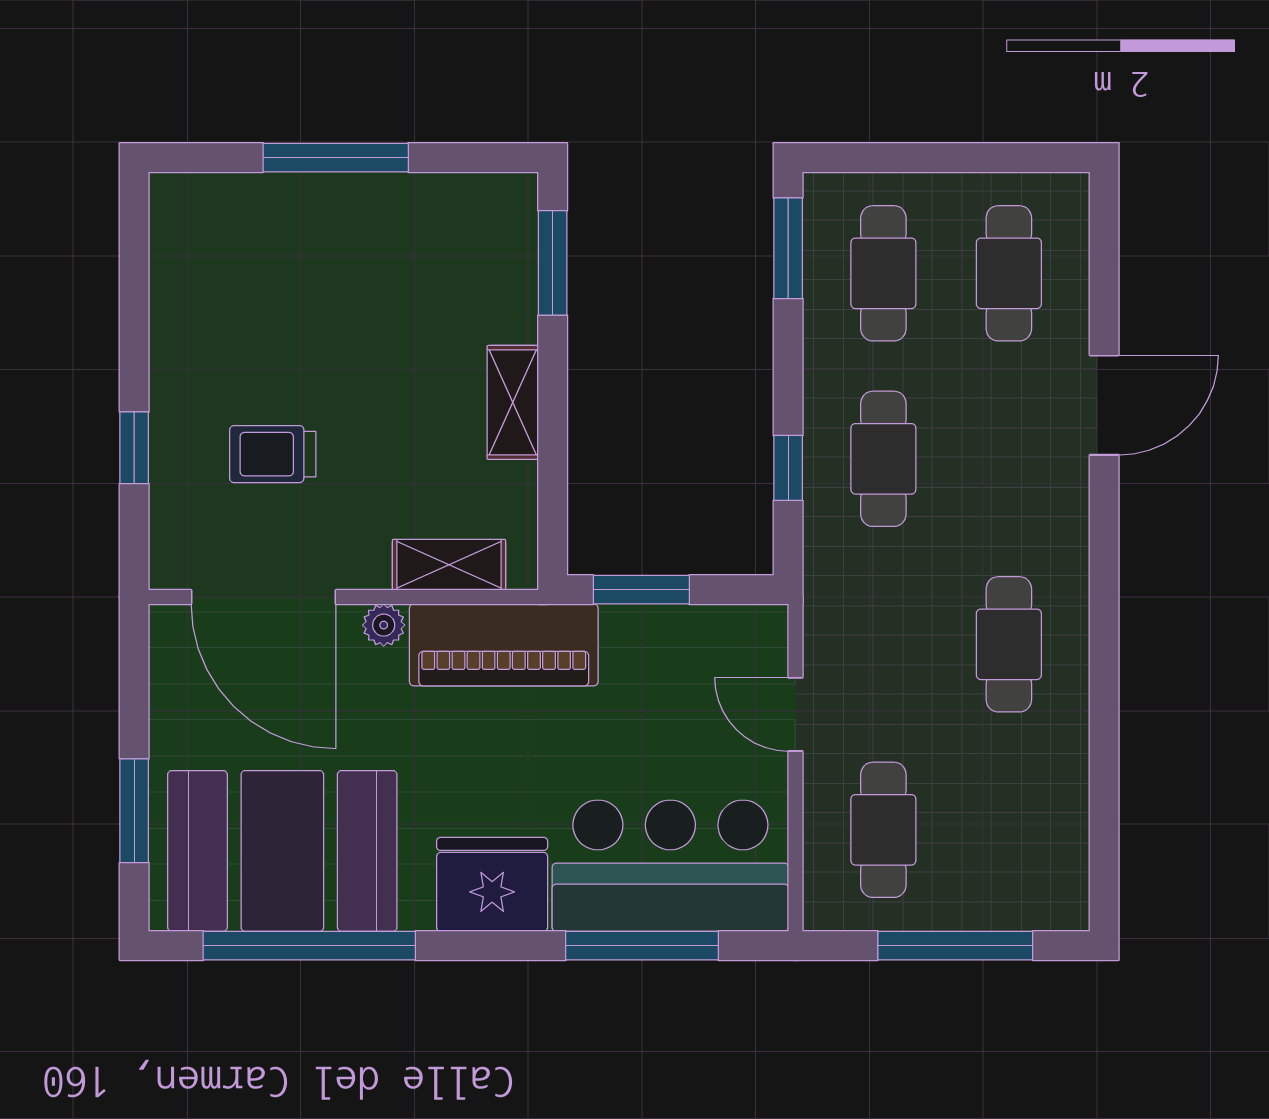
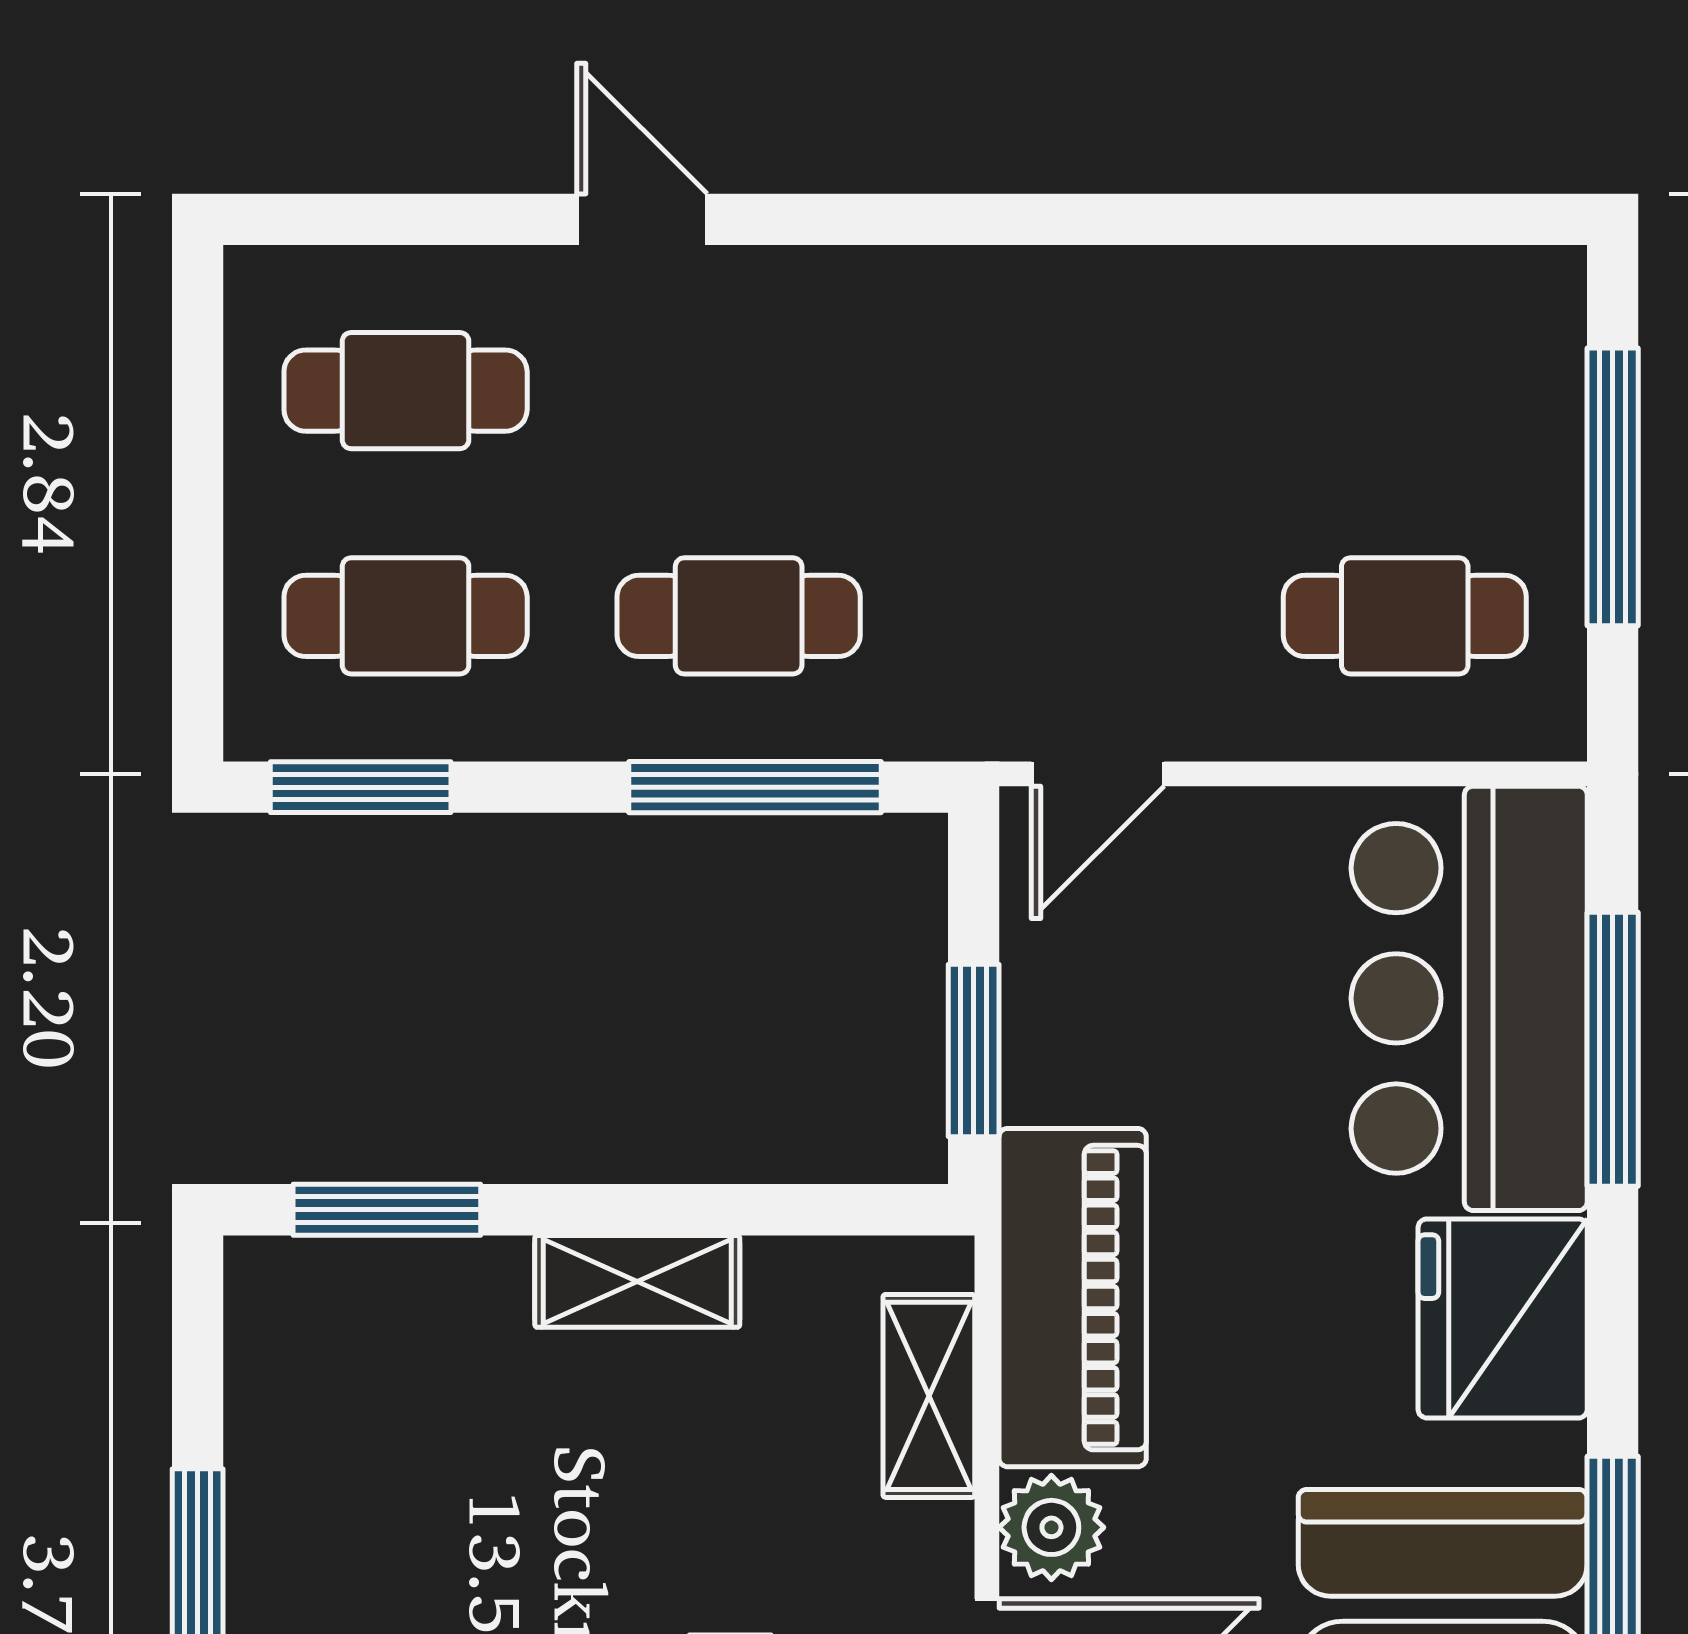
door: (1104, 405) -> (642, 219), width x0.73
window: (788, 468) -> (755, 787), width x2.17
plant: (384, 625) -> (1051, 1527), width x1.38, depth x1.38
cafe table: (1009, 644) -> (1072, 391), removed
door: (795, 714) -> (1098, 774), moved

